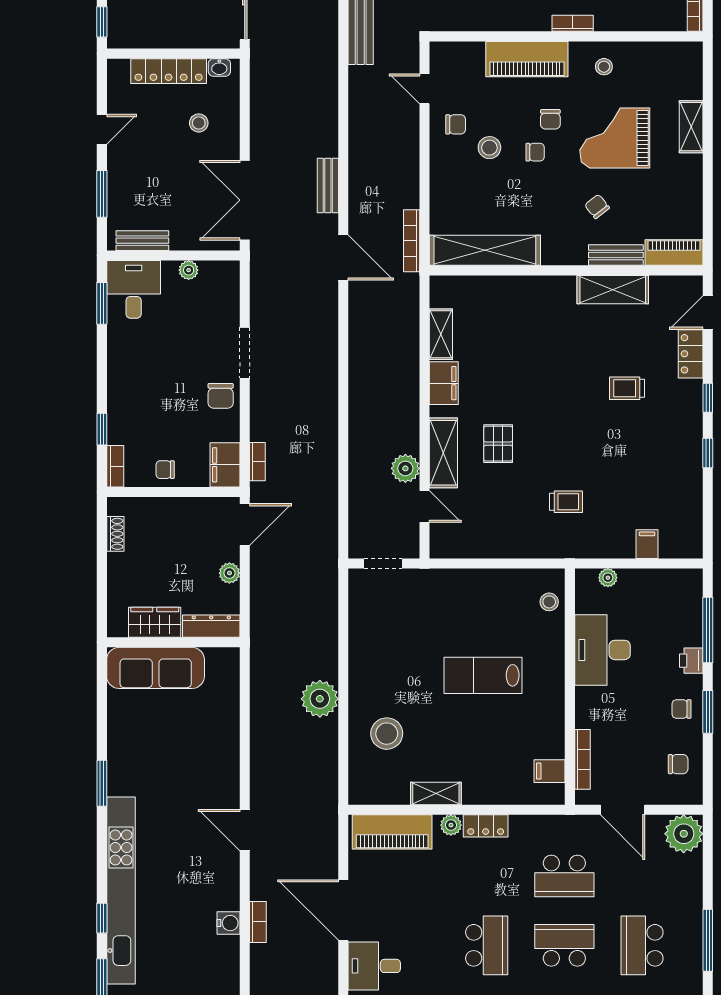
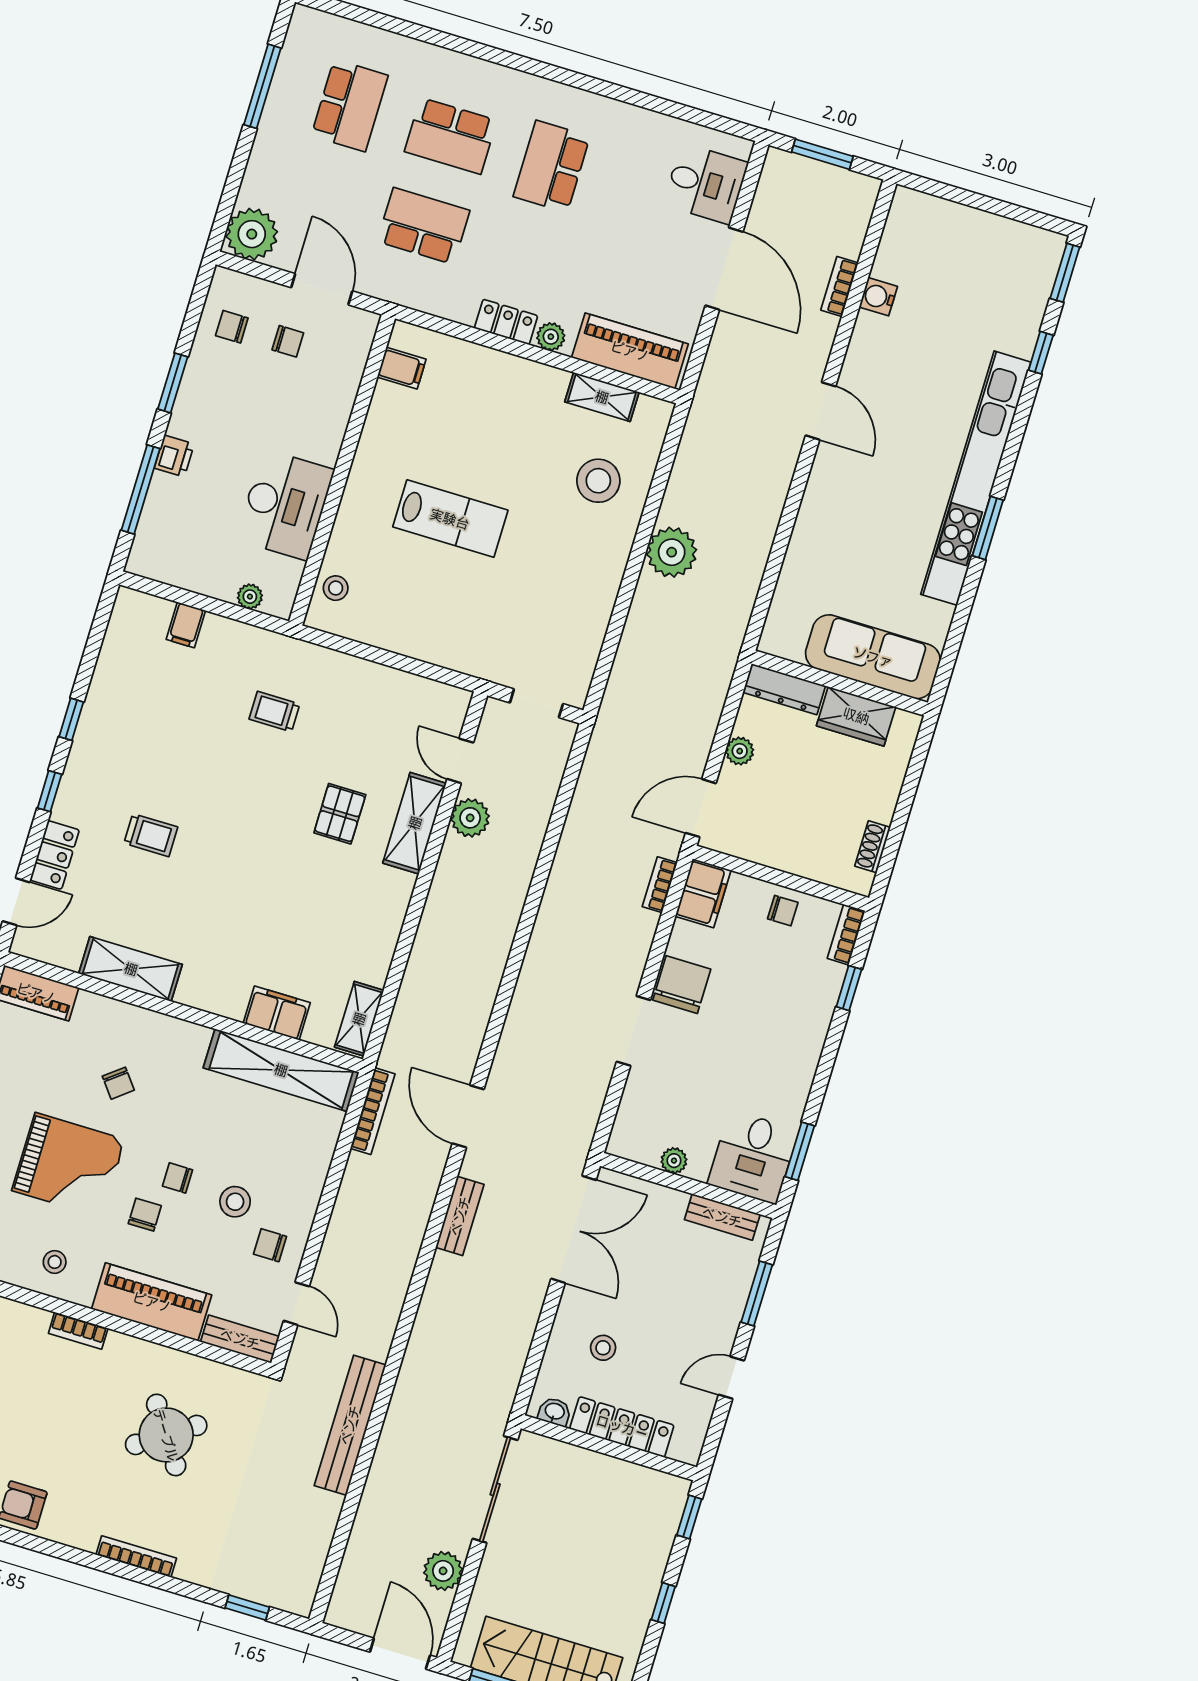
bench: (616, 255) -> (240, 1339), moved
shelving: (441, 334) -> (359, 1019), moved
filing cabinet: (444, 383) -> (277, 1013), moved, turned 90
chair: (221, 396) -> (682, 985), width x1.37, depth x1.37
chair: (681, 709) -> (288, 341), moved
bookcase: (582, 759) -> (354, 370), removed
shelving: (436, 793) -> (602, 397), moved
kitchen unit: (121, 891) -> (976, 478), moved

